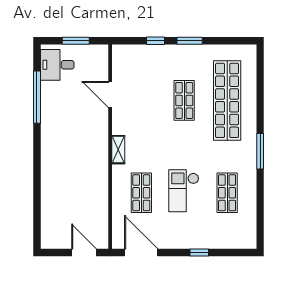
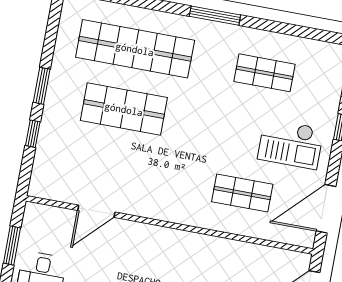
shop shelf: (184, 100) -> (124, 109), width x1.43, depth x1.36
shelving: (118, 150) -> (176, 214), removed
checkout: (184, 191) -> (291, 144), moved

